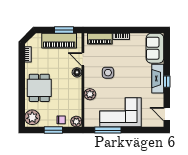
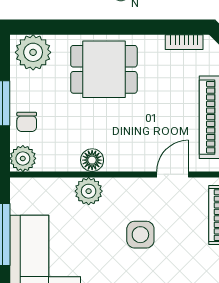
floor lamp: (77, 72) -> (92, 160), moved

